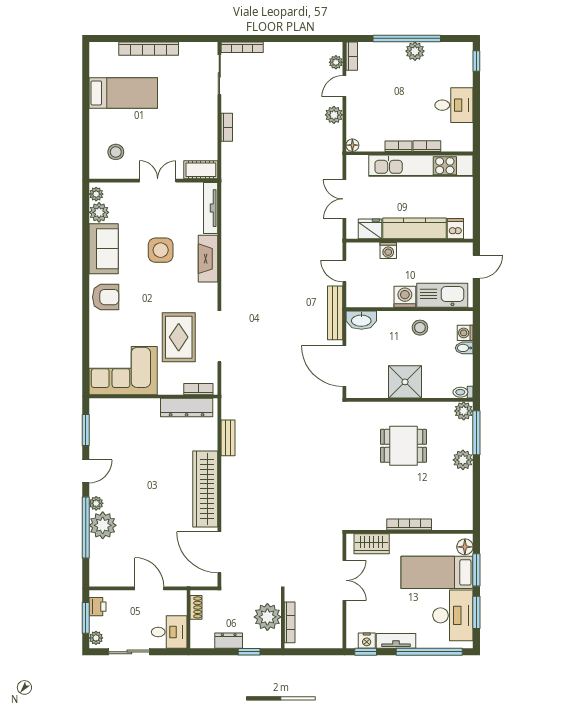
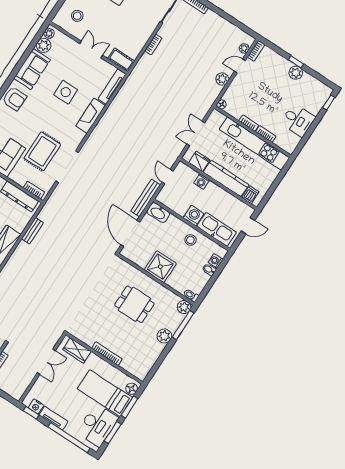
window: (407, 38) -> (296, 62), width x0.32

